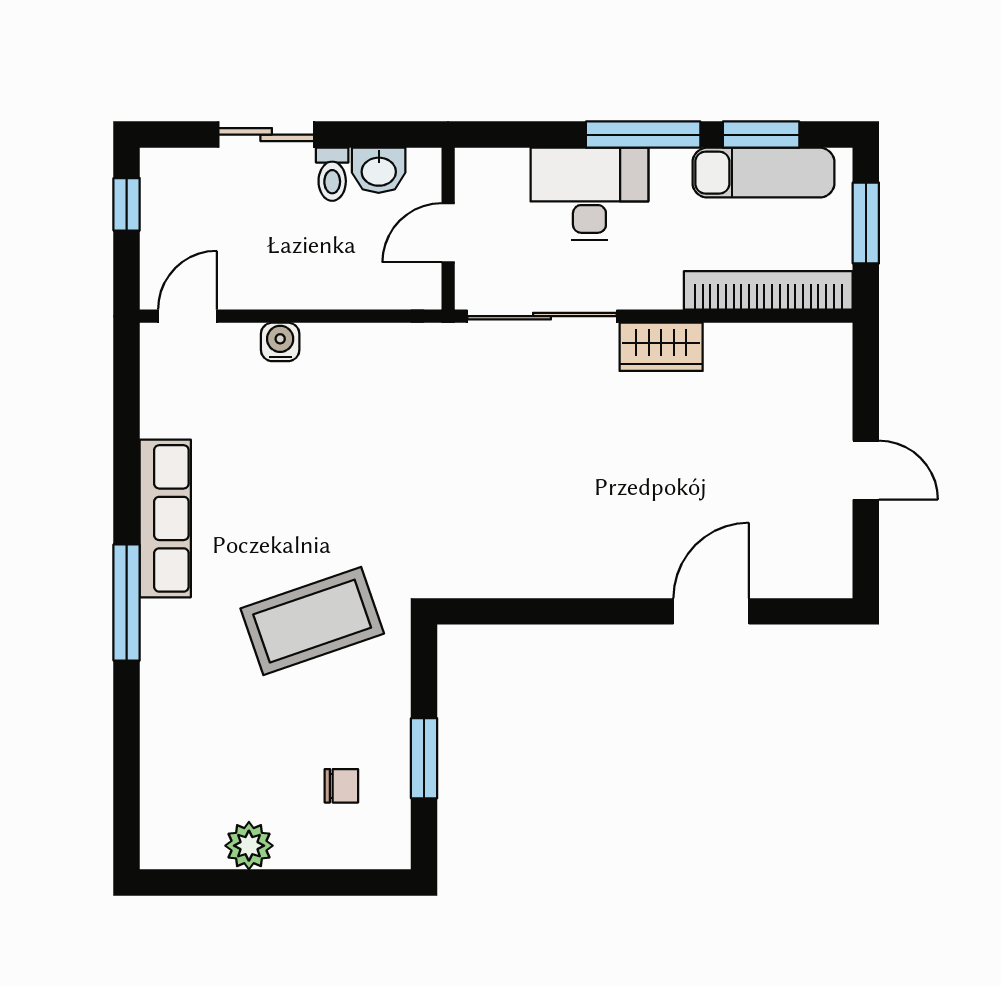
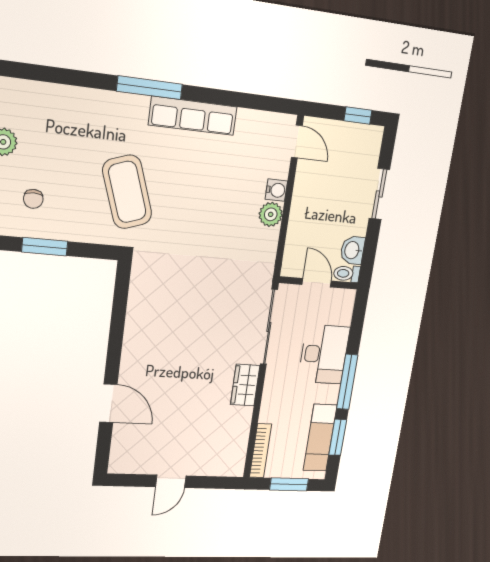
toilet: (332, 174) -> (347, 274), moved
bookcase: (768, 290) -> (260, 451), width x0.68, depth x0.76
plant: (326, 346) -> (271, 214), added

